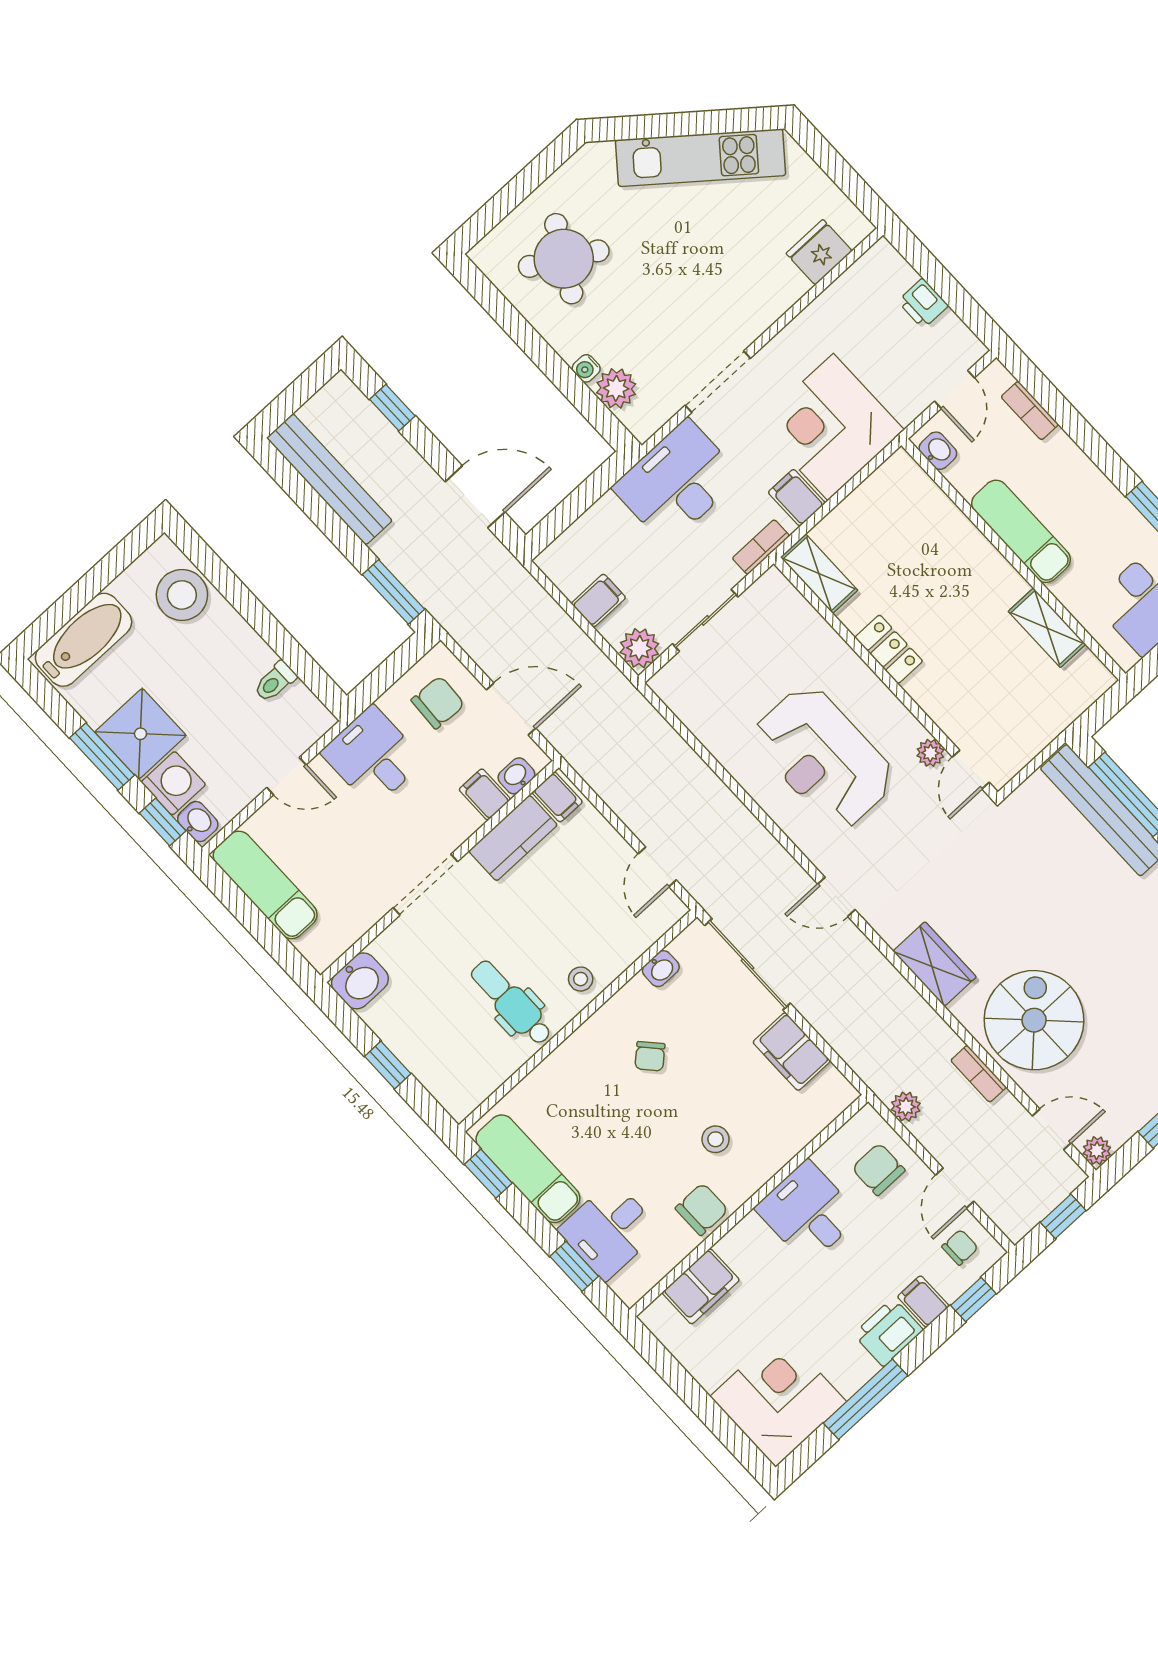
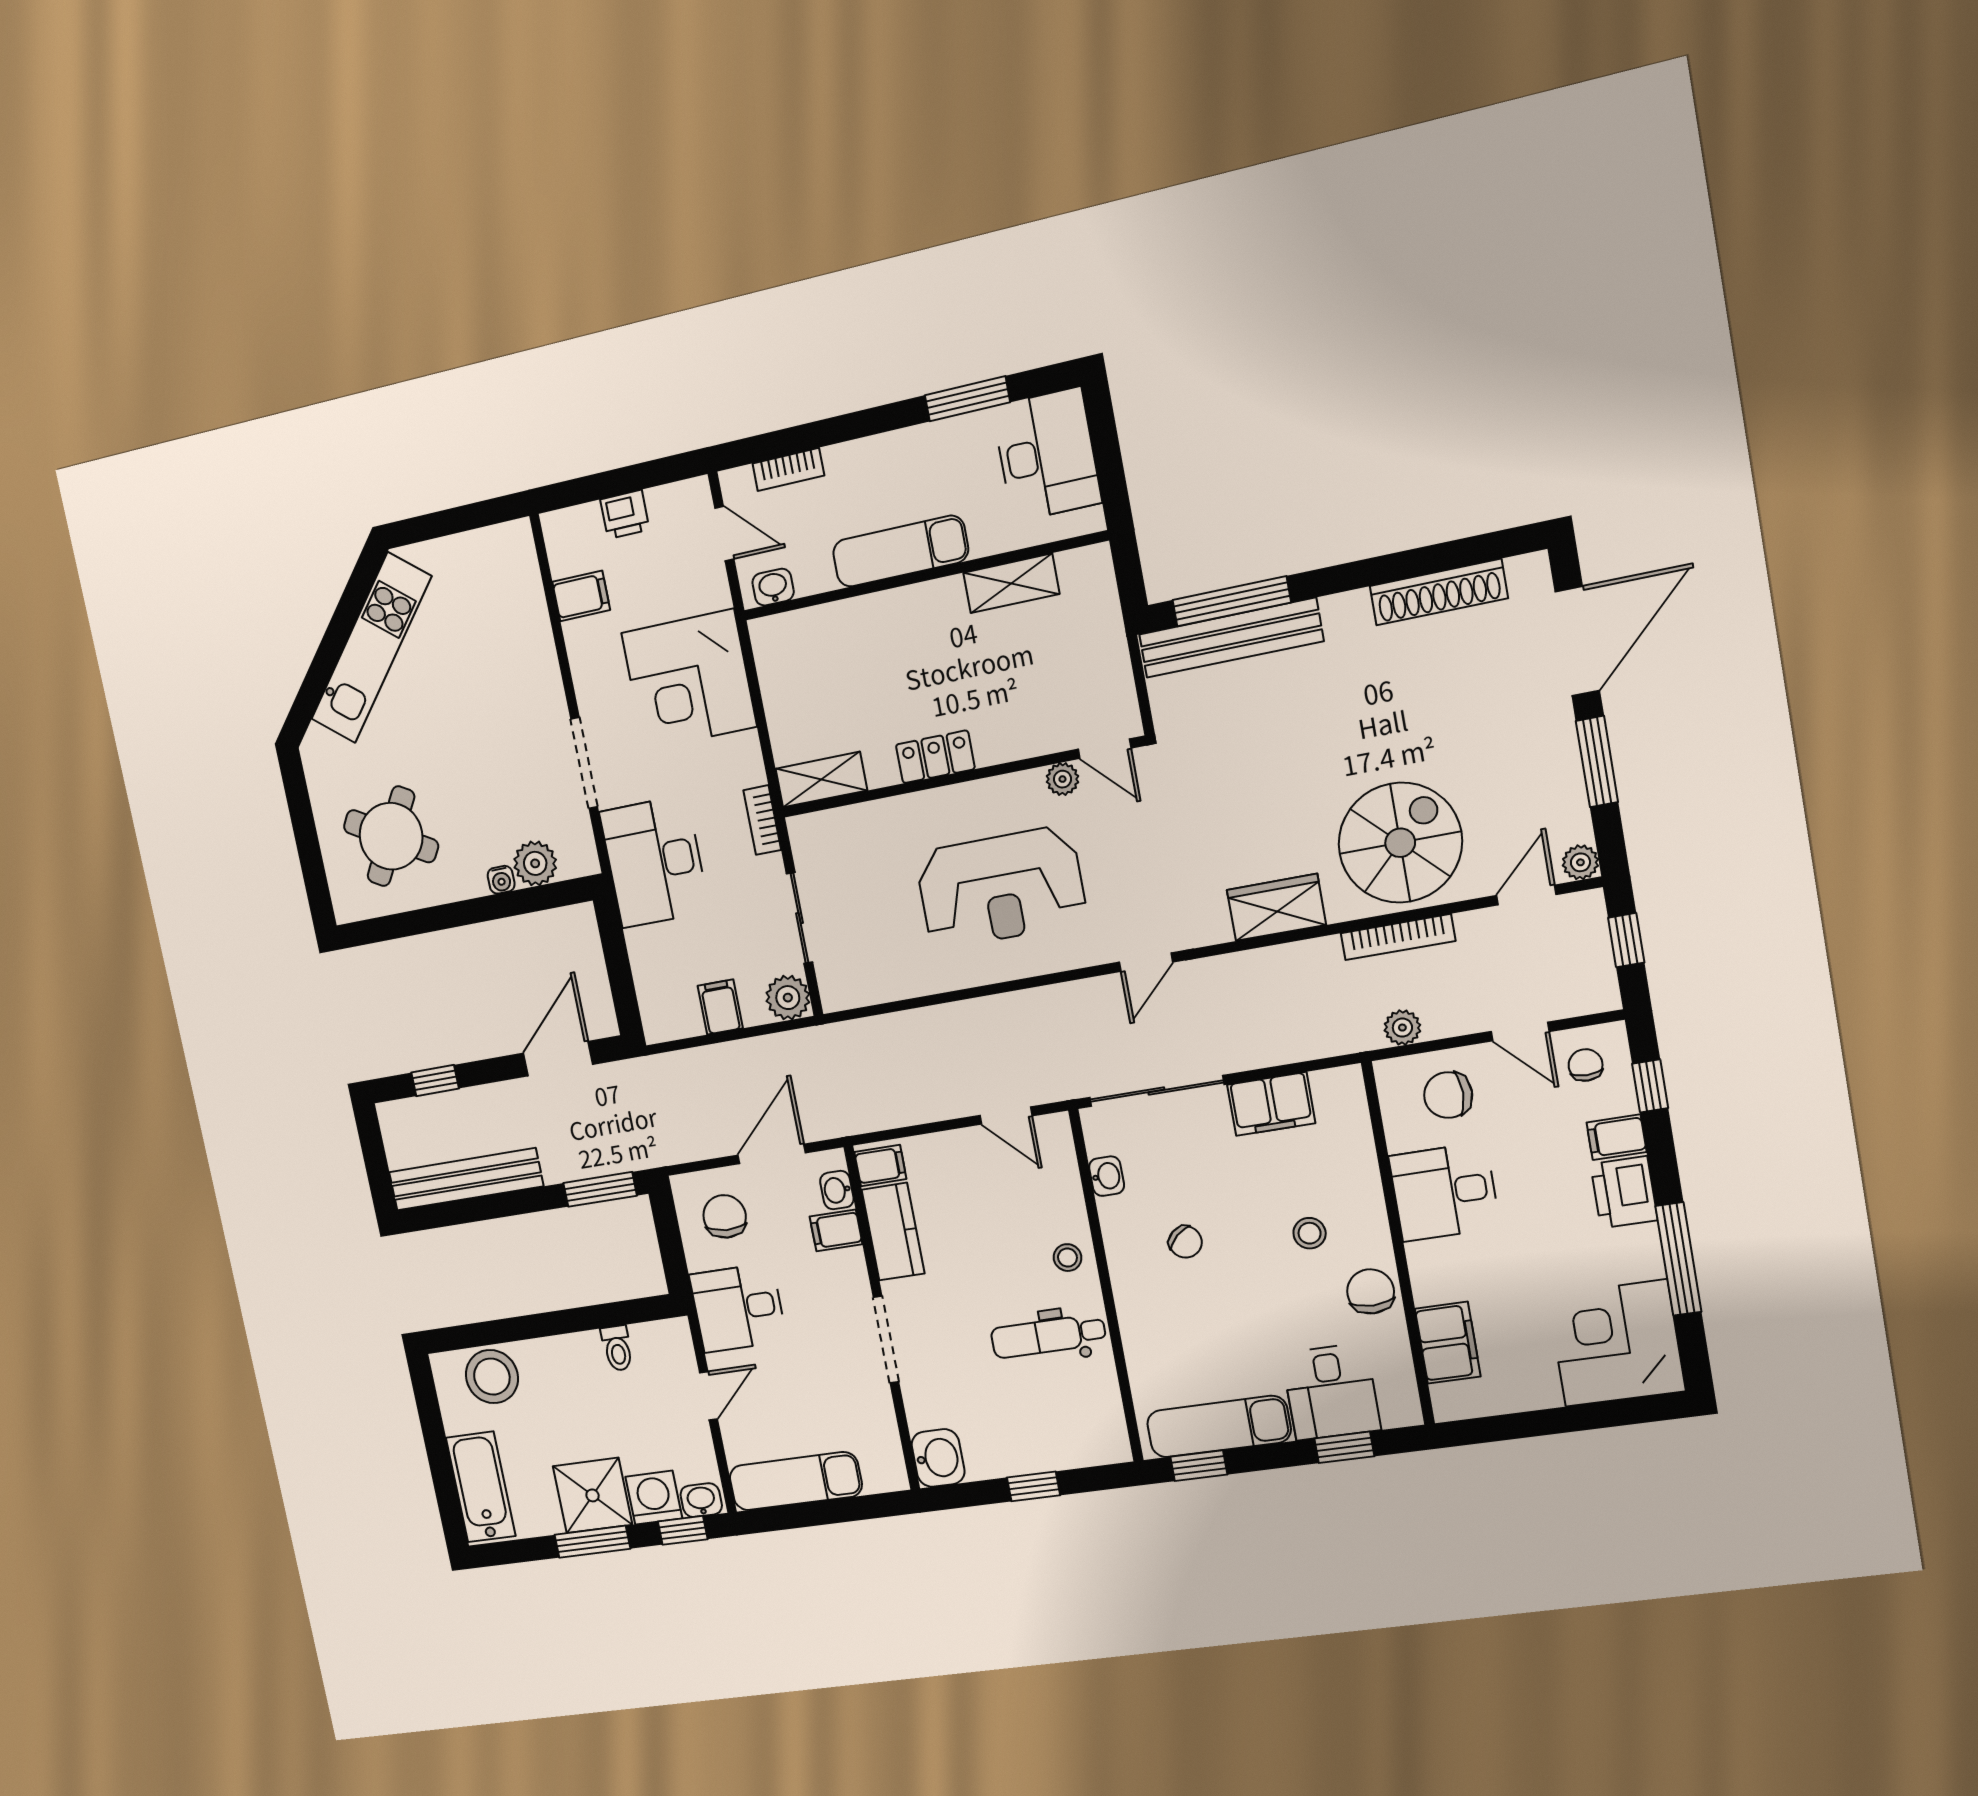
fridge: (819, 252) -> (520, 588), removed
filing cabinet: (797, 498) -> (581, 596), moved, turned 180
spiral stairs: (1034, 1020) -> (1400, 843), turned 90
bookcase: (978, 1074) -> (1398, 937), width x1.56

